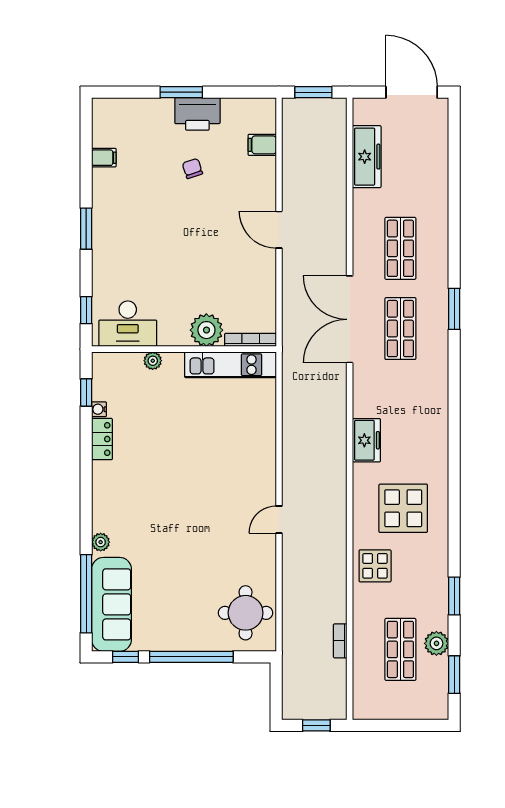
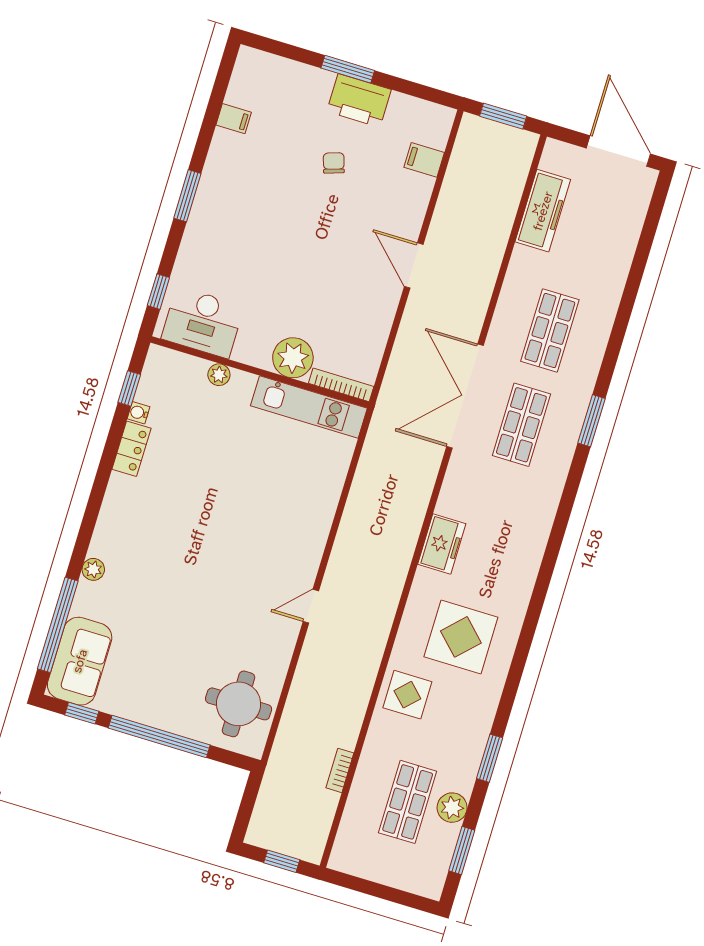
sofa: (112, 604) -> (80, 661), width x0.73

